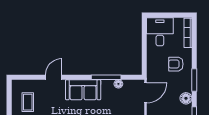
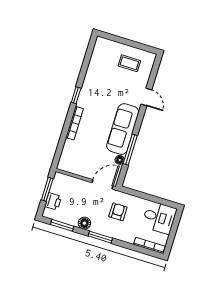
armchair: (176, 64) -> (118, 212), moved
sofa: (83, 90) -> (123, 129), width x1.36
door: (145, 93) -> (102, 184), swing flipped

